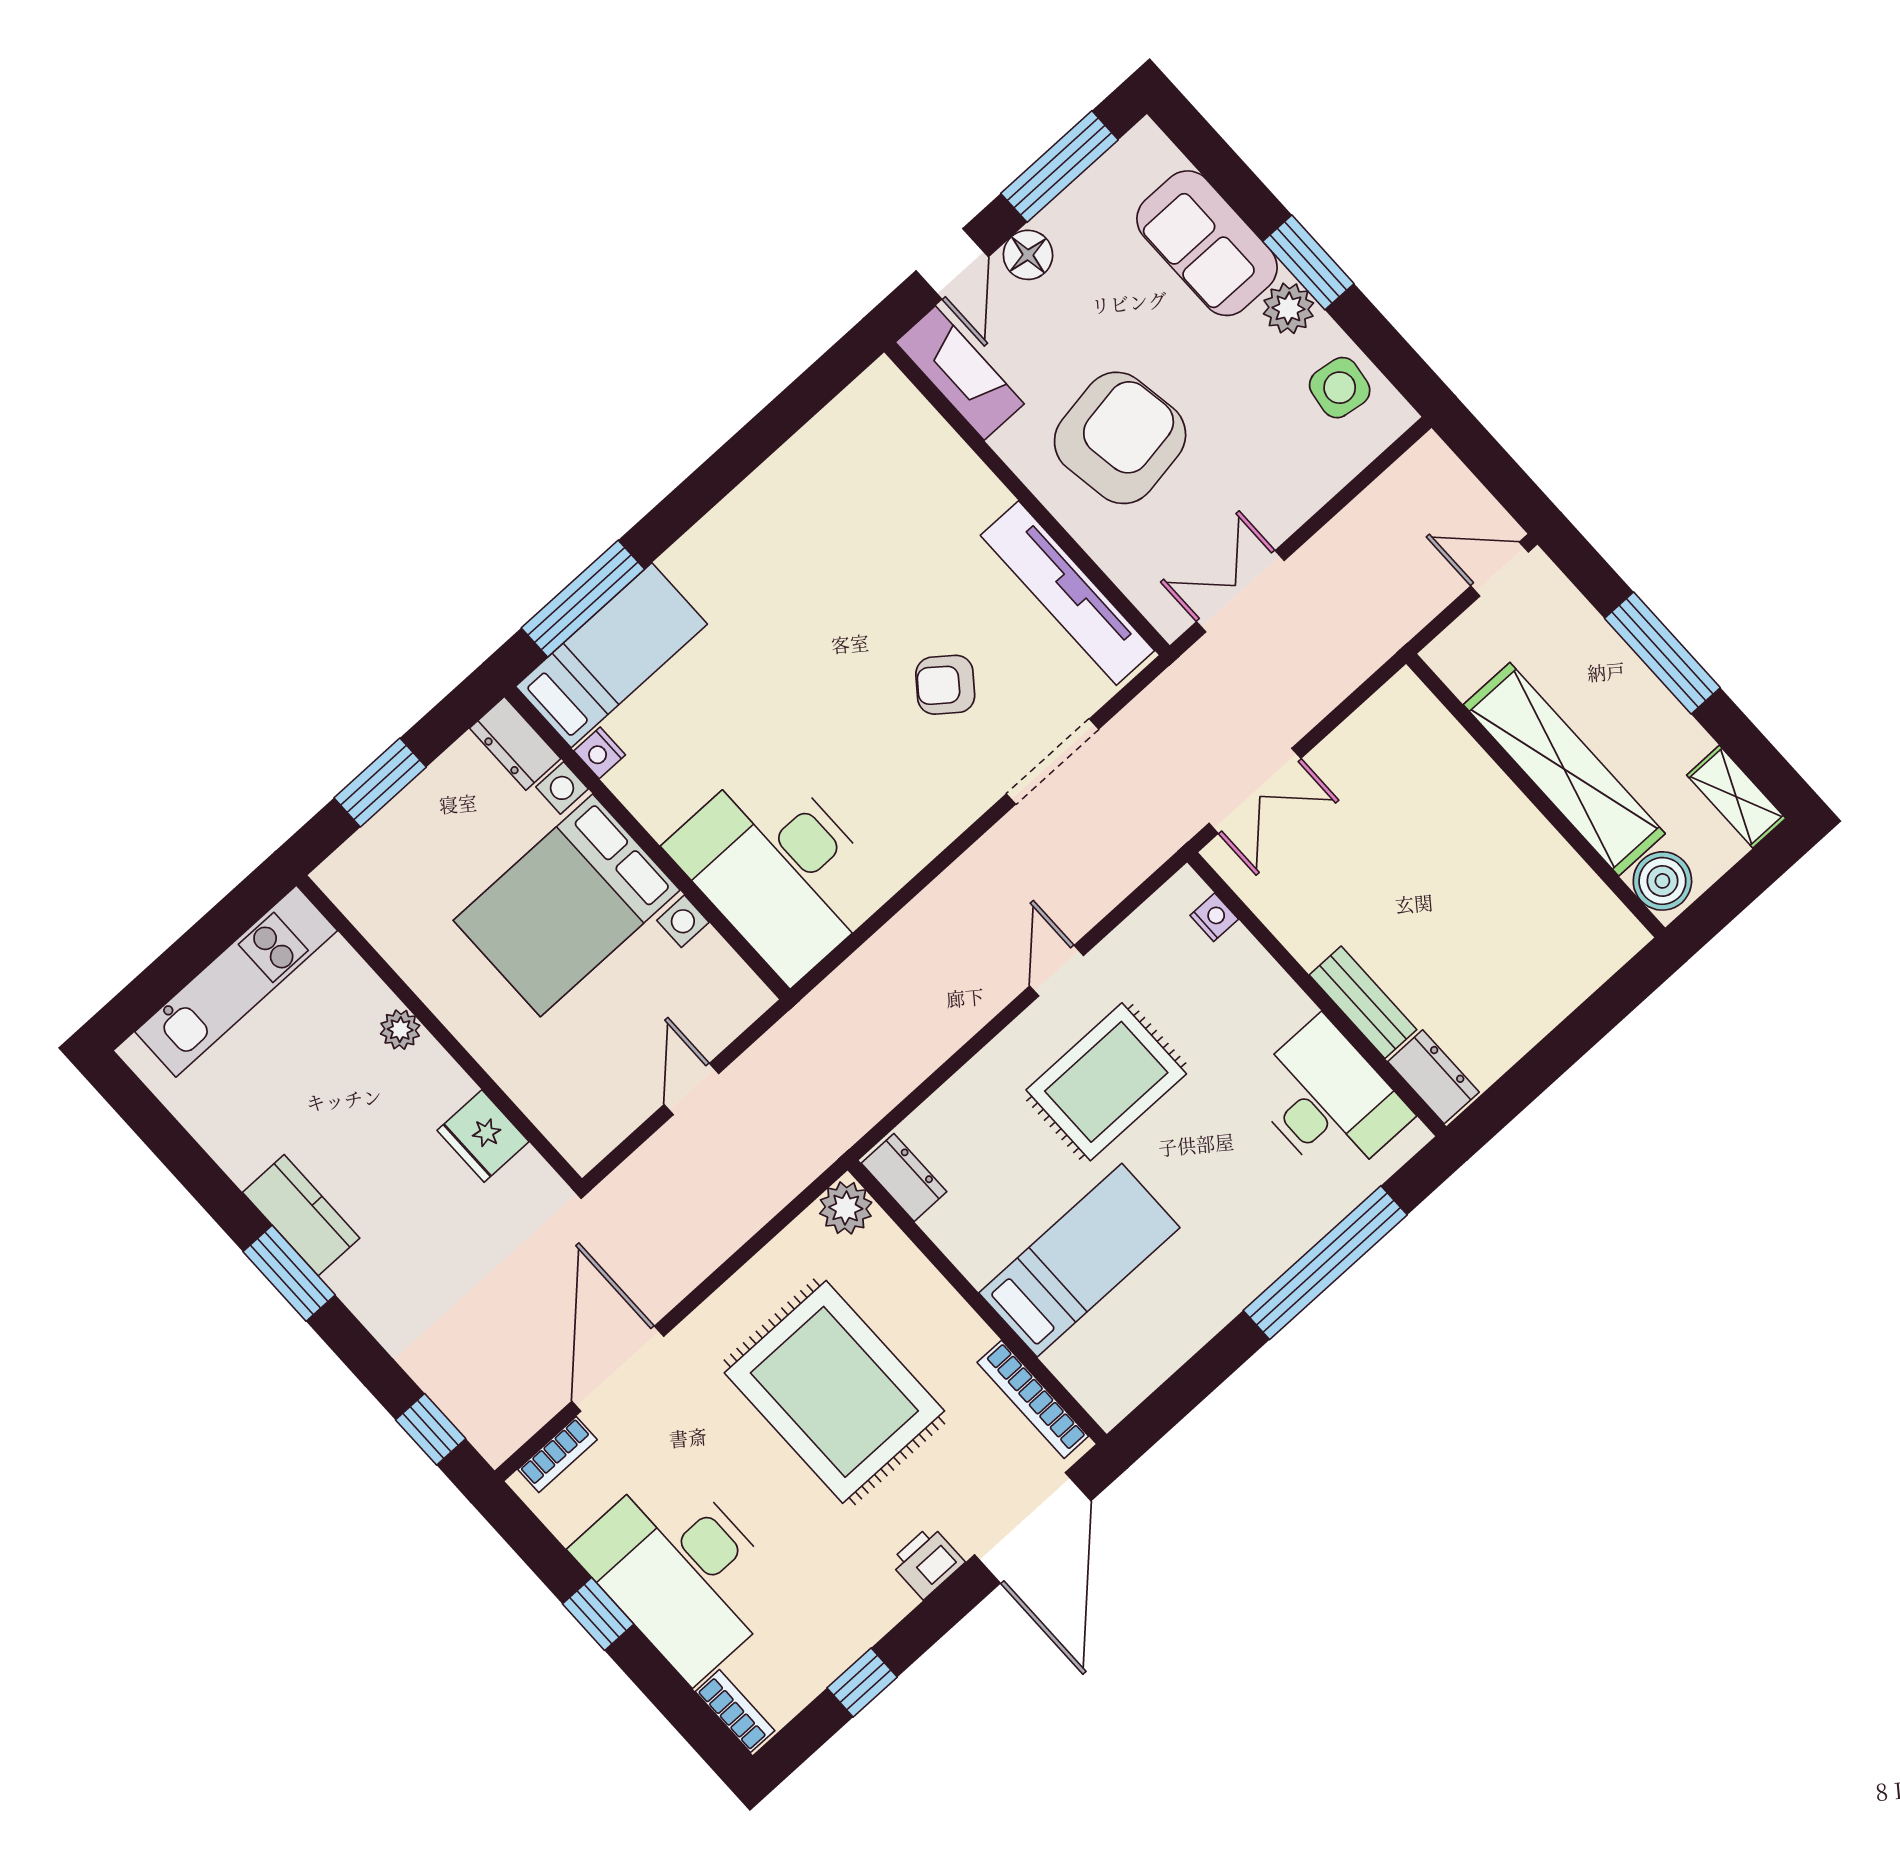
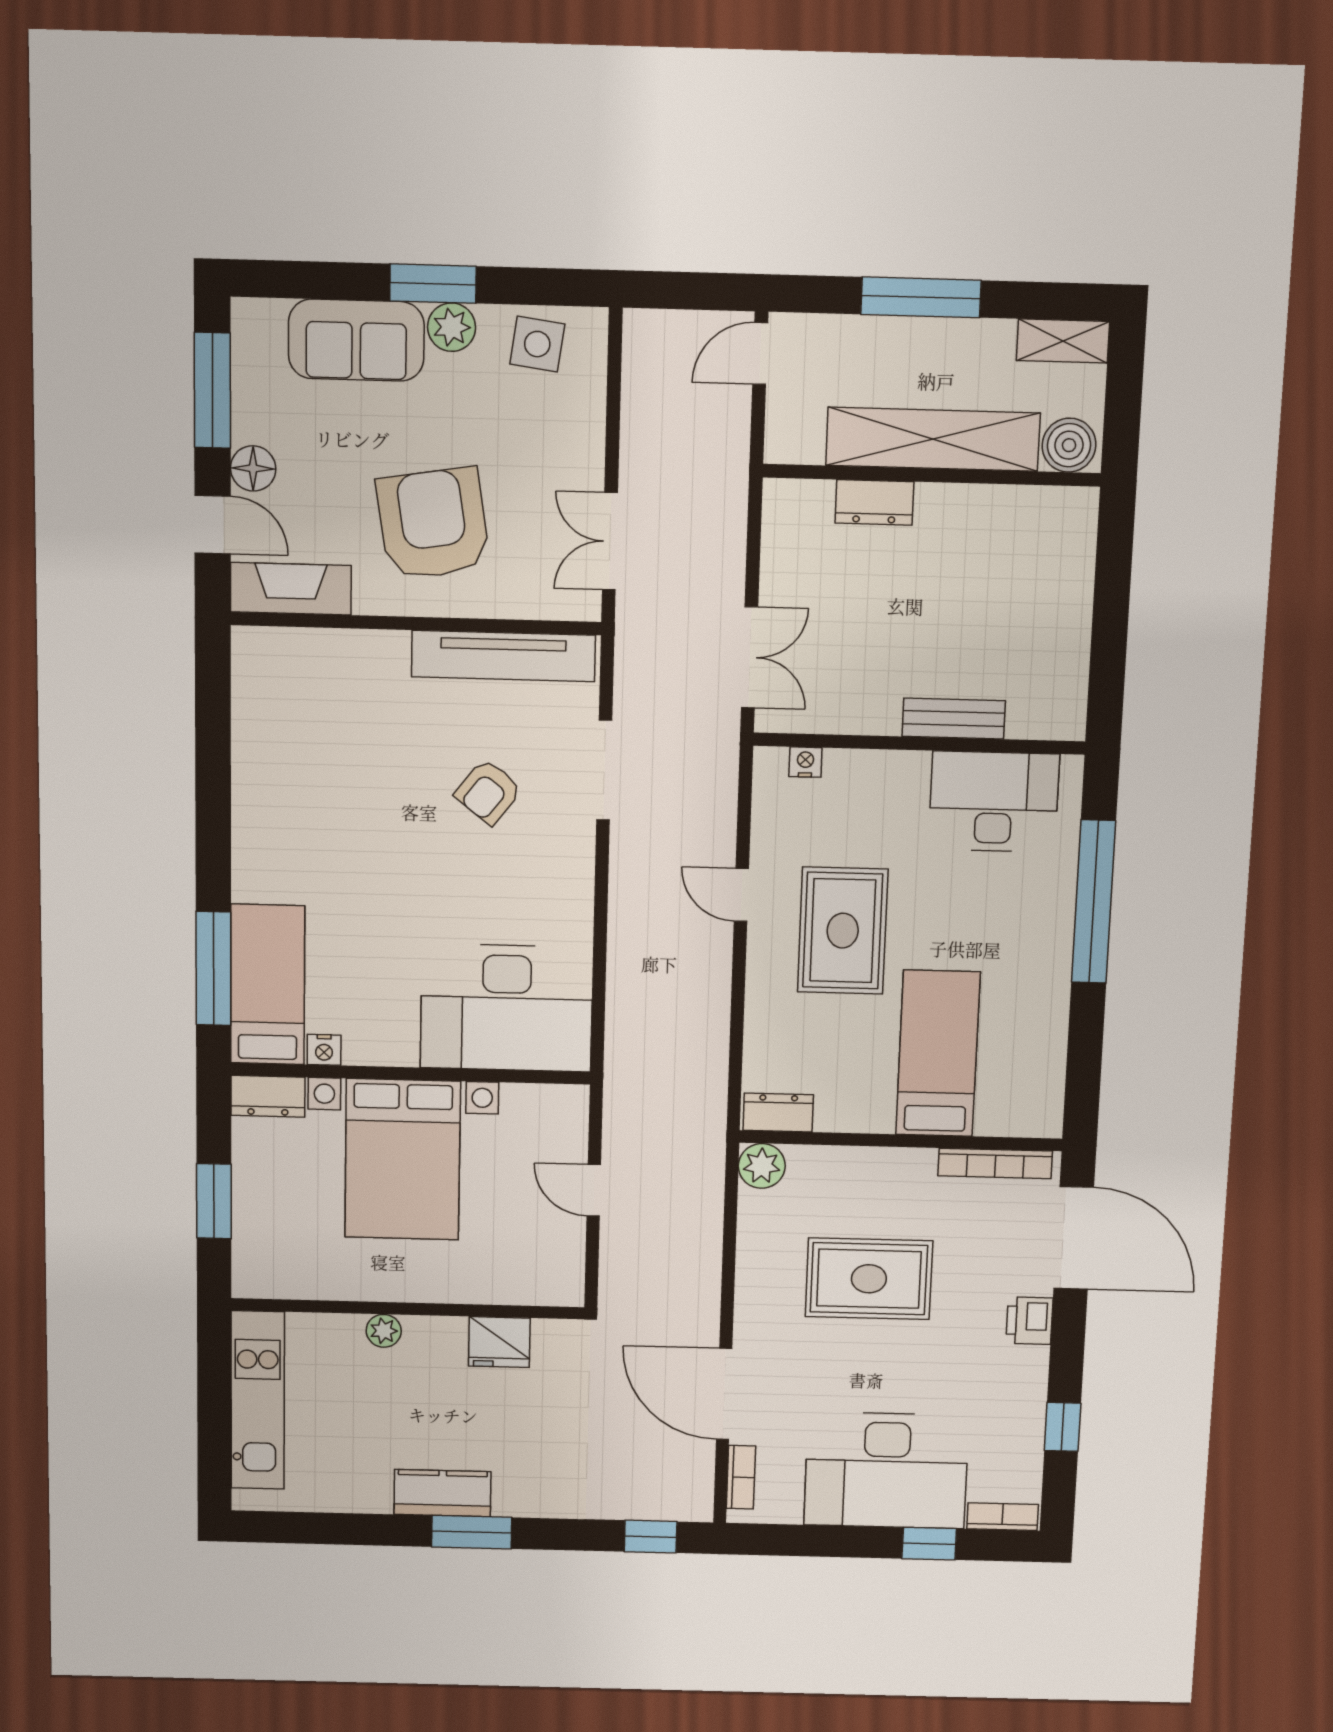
dresser: (1433, 1077) -> (874, 502), moved, turned 180
rug: (834, 1392) -> (869, 1279), width x0.73, depth x0.69
window: (598, 1614) -> (929, 1544), moved

